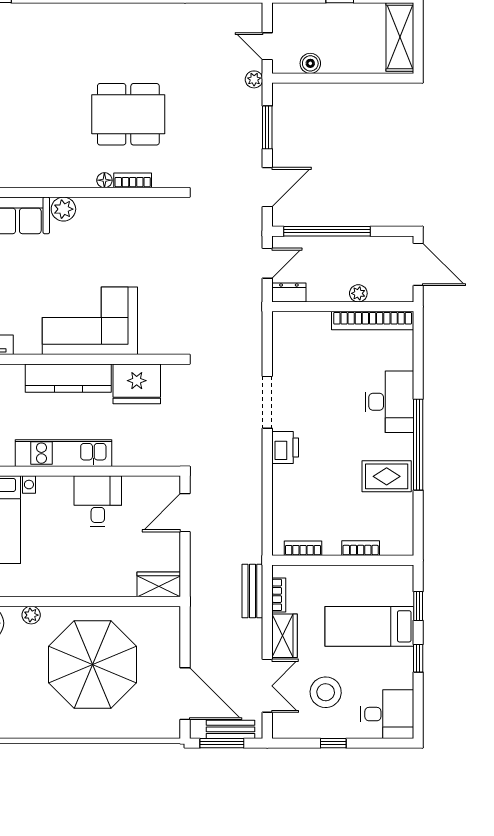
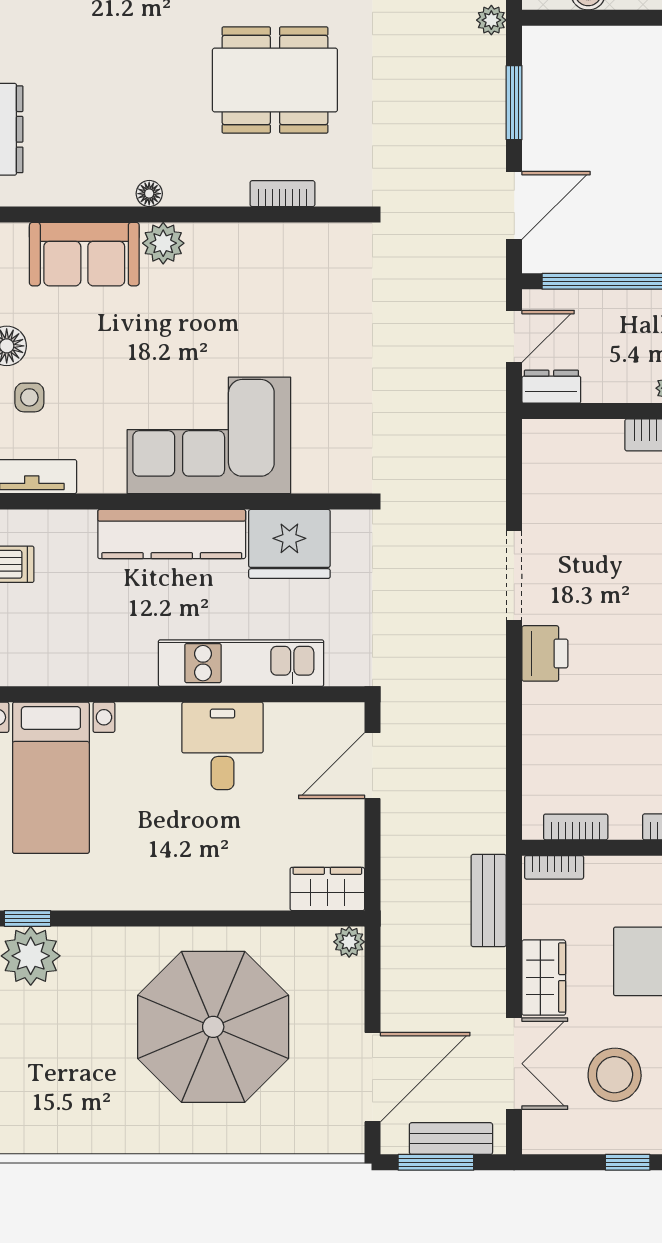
floor lamp: (104, 180) -> (149, 194), moved
kitchen unit: (64, 453) -> (241, 663), moved
bookcase: (279, 595) -> (554, 867), moved, turned 90
plant: (31, 615) -> (349, 942), moved
door: (185, 694) -> (372, 1077), hinge flipped

